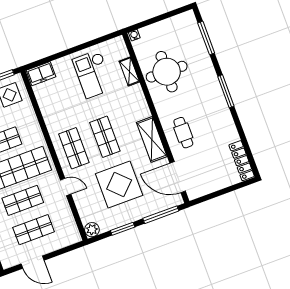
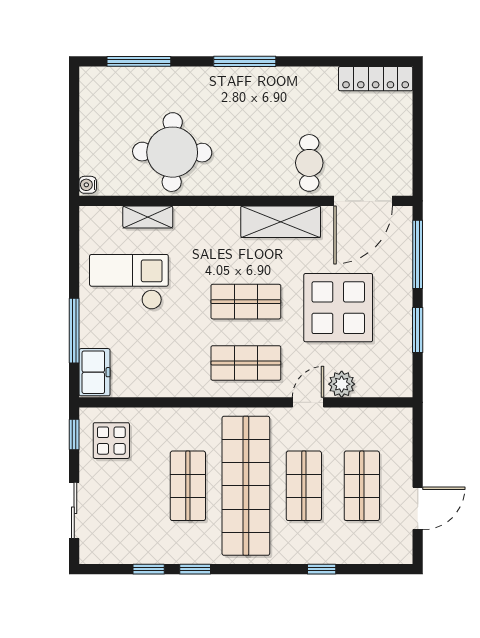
window: (58, 56) -> (74, 331), added
checkout: (93, 74) -> (129, 282), turned 180
cafe table: (183, 133) -> (309, 163), moved, turned 90
plant: (92, 230) -> (342, 384), moved

